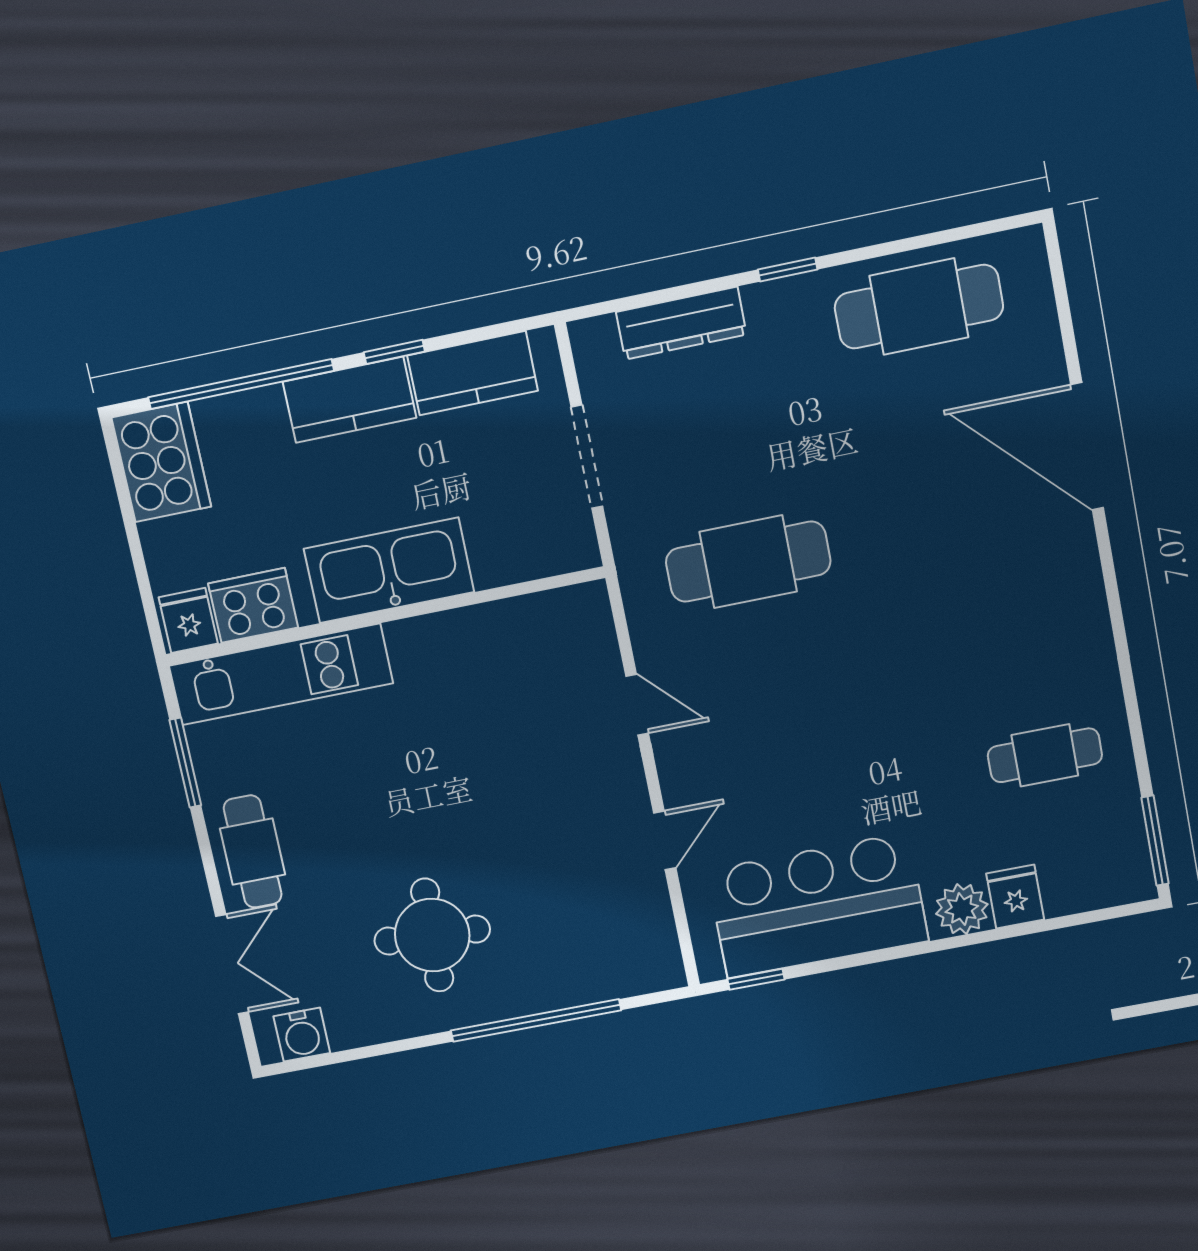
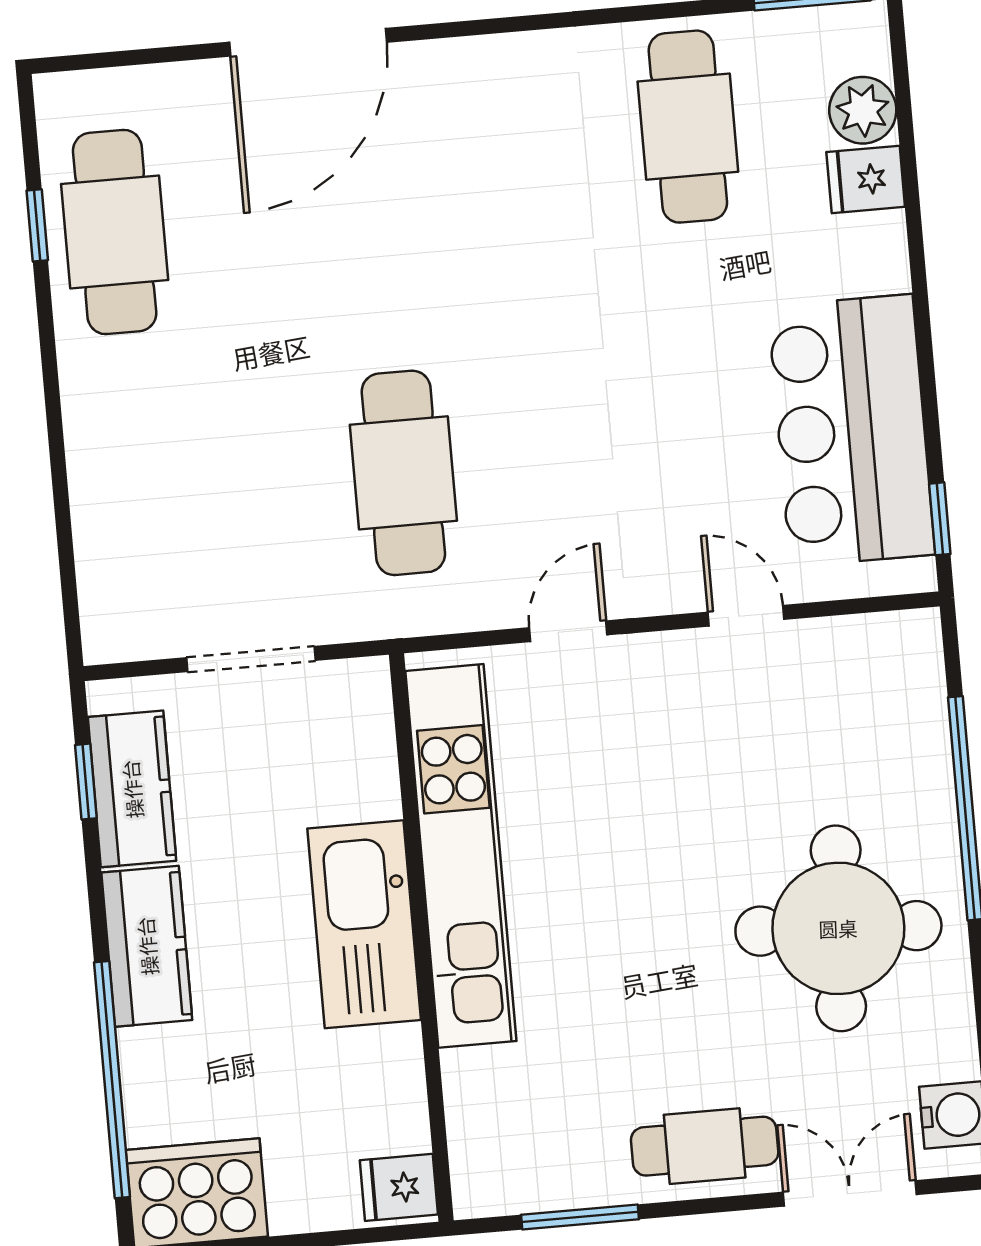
window: (788, 269) -> (37, 225), moved
dresser: (681, 323) -> (101, 524), removed
window: (394, 352) -> (86, 782), moved
cooker: (253, 605) -> (389, 1102), removed
kitchen unit: (281, 674) -> (461, 856), moved, width x1.36
cafe table: (1045, 755) -> (688, 127), width x1.37, depth x1.35
plant: (962, 909) -> (863, 110), moved
round table: (432, 935) -> (838, 928), width x1.36, depth x1.36

